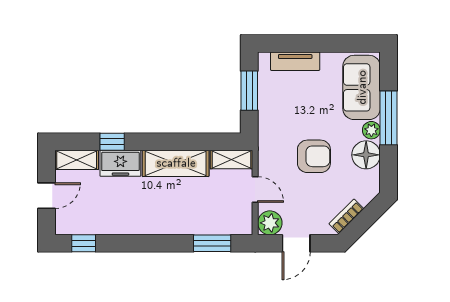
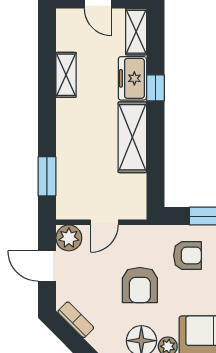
armchair: (286, 112) -> (187, 255), added
window: (112, 142) -> (155, 88), moved
shelving: (231, 160) -> (66, 75), moved
window: (84, 243) -> (47, 39), removed

